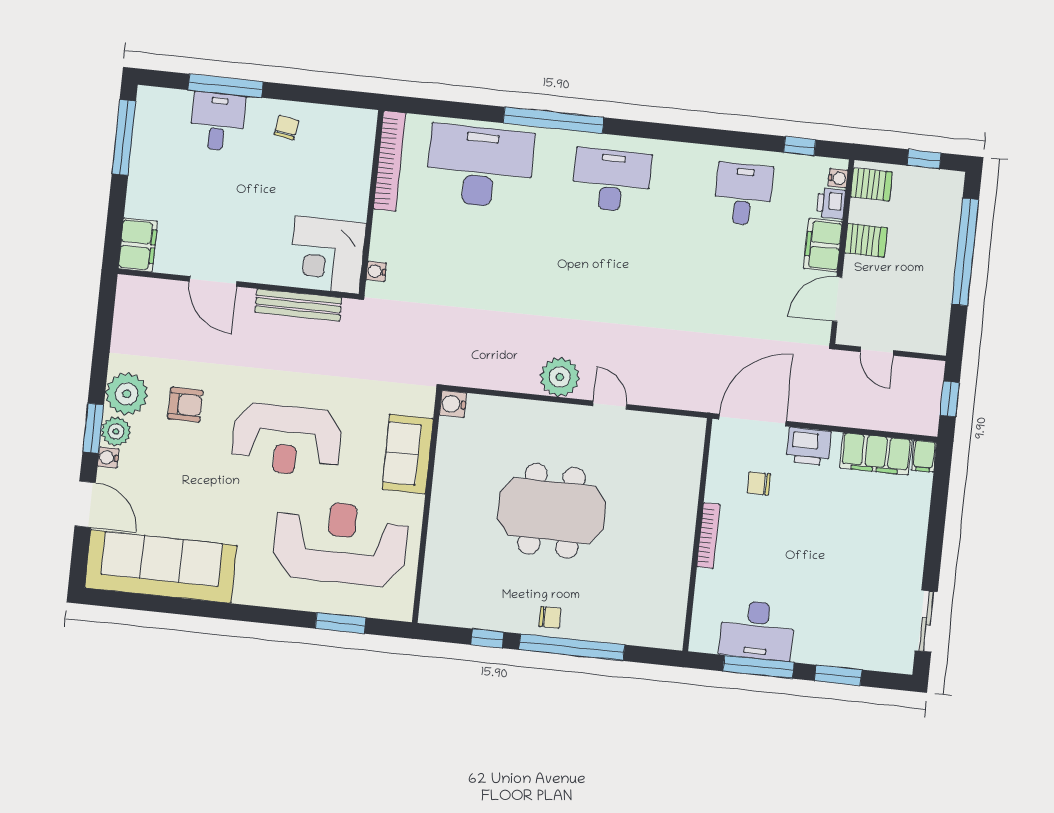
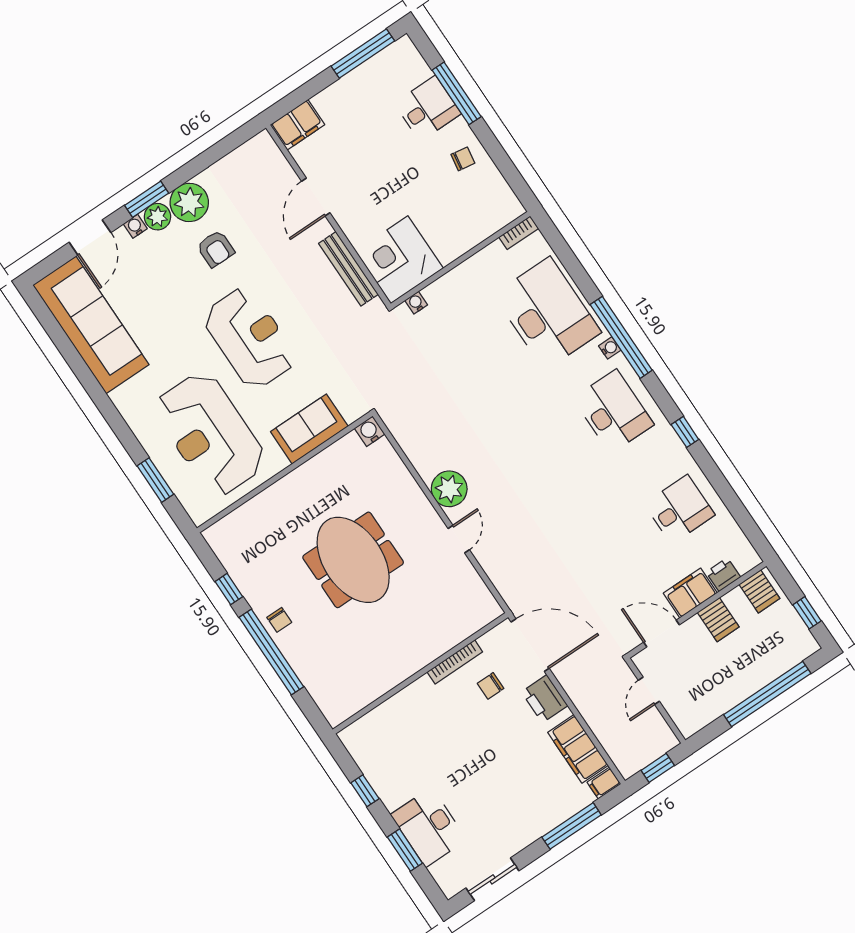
window: (800, 146) -> (685, 432), moved
bookcase: (390, 161) -> (519, 233), width x0.43, depth x0.76
water cooler: (838, 178) -> (610, 348), moved, turned -90
reception desk: (287, 440) -> (250, 338), turned 180
chair: (759, 483) -> (491, 686), turned -90
window: (937, 515) -> (572, 826), added
bookcase: (708, 536) -> (455, 662), moved
reception desk: (340, 543) -> (210, 434), turned 180
desk: (757, 630) -> (429, 827), moved
window: (758, 667) -> (365, 791), width x0.46

